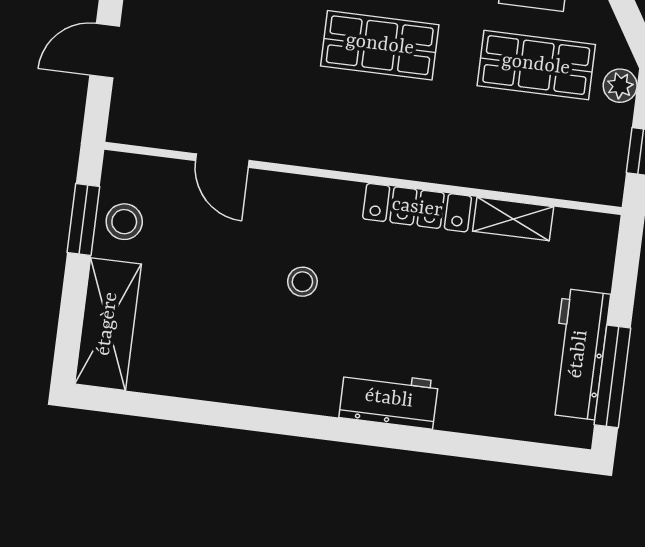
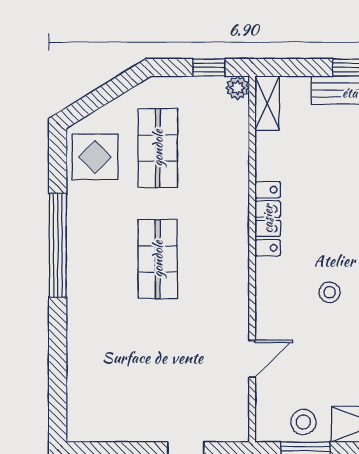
plant: (620, 86) -> (237, 88), moved
shelving: (513, 219) -> (267, 103), moved

